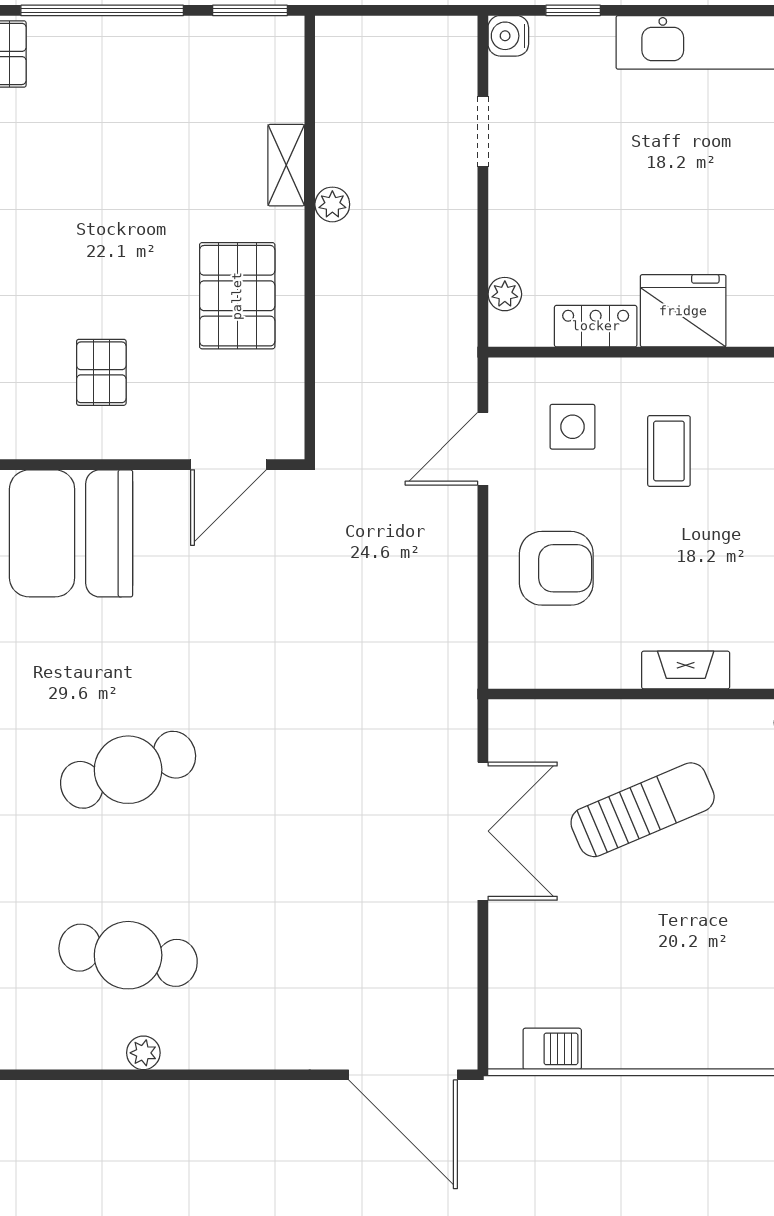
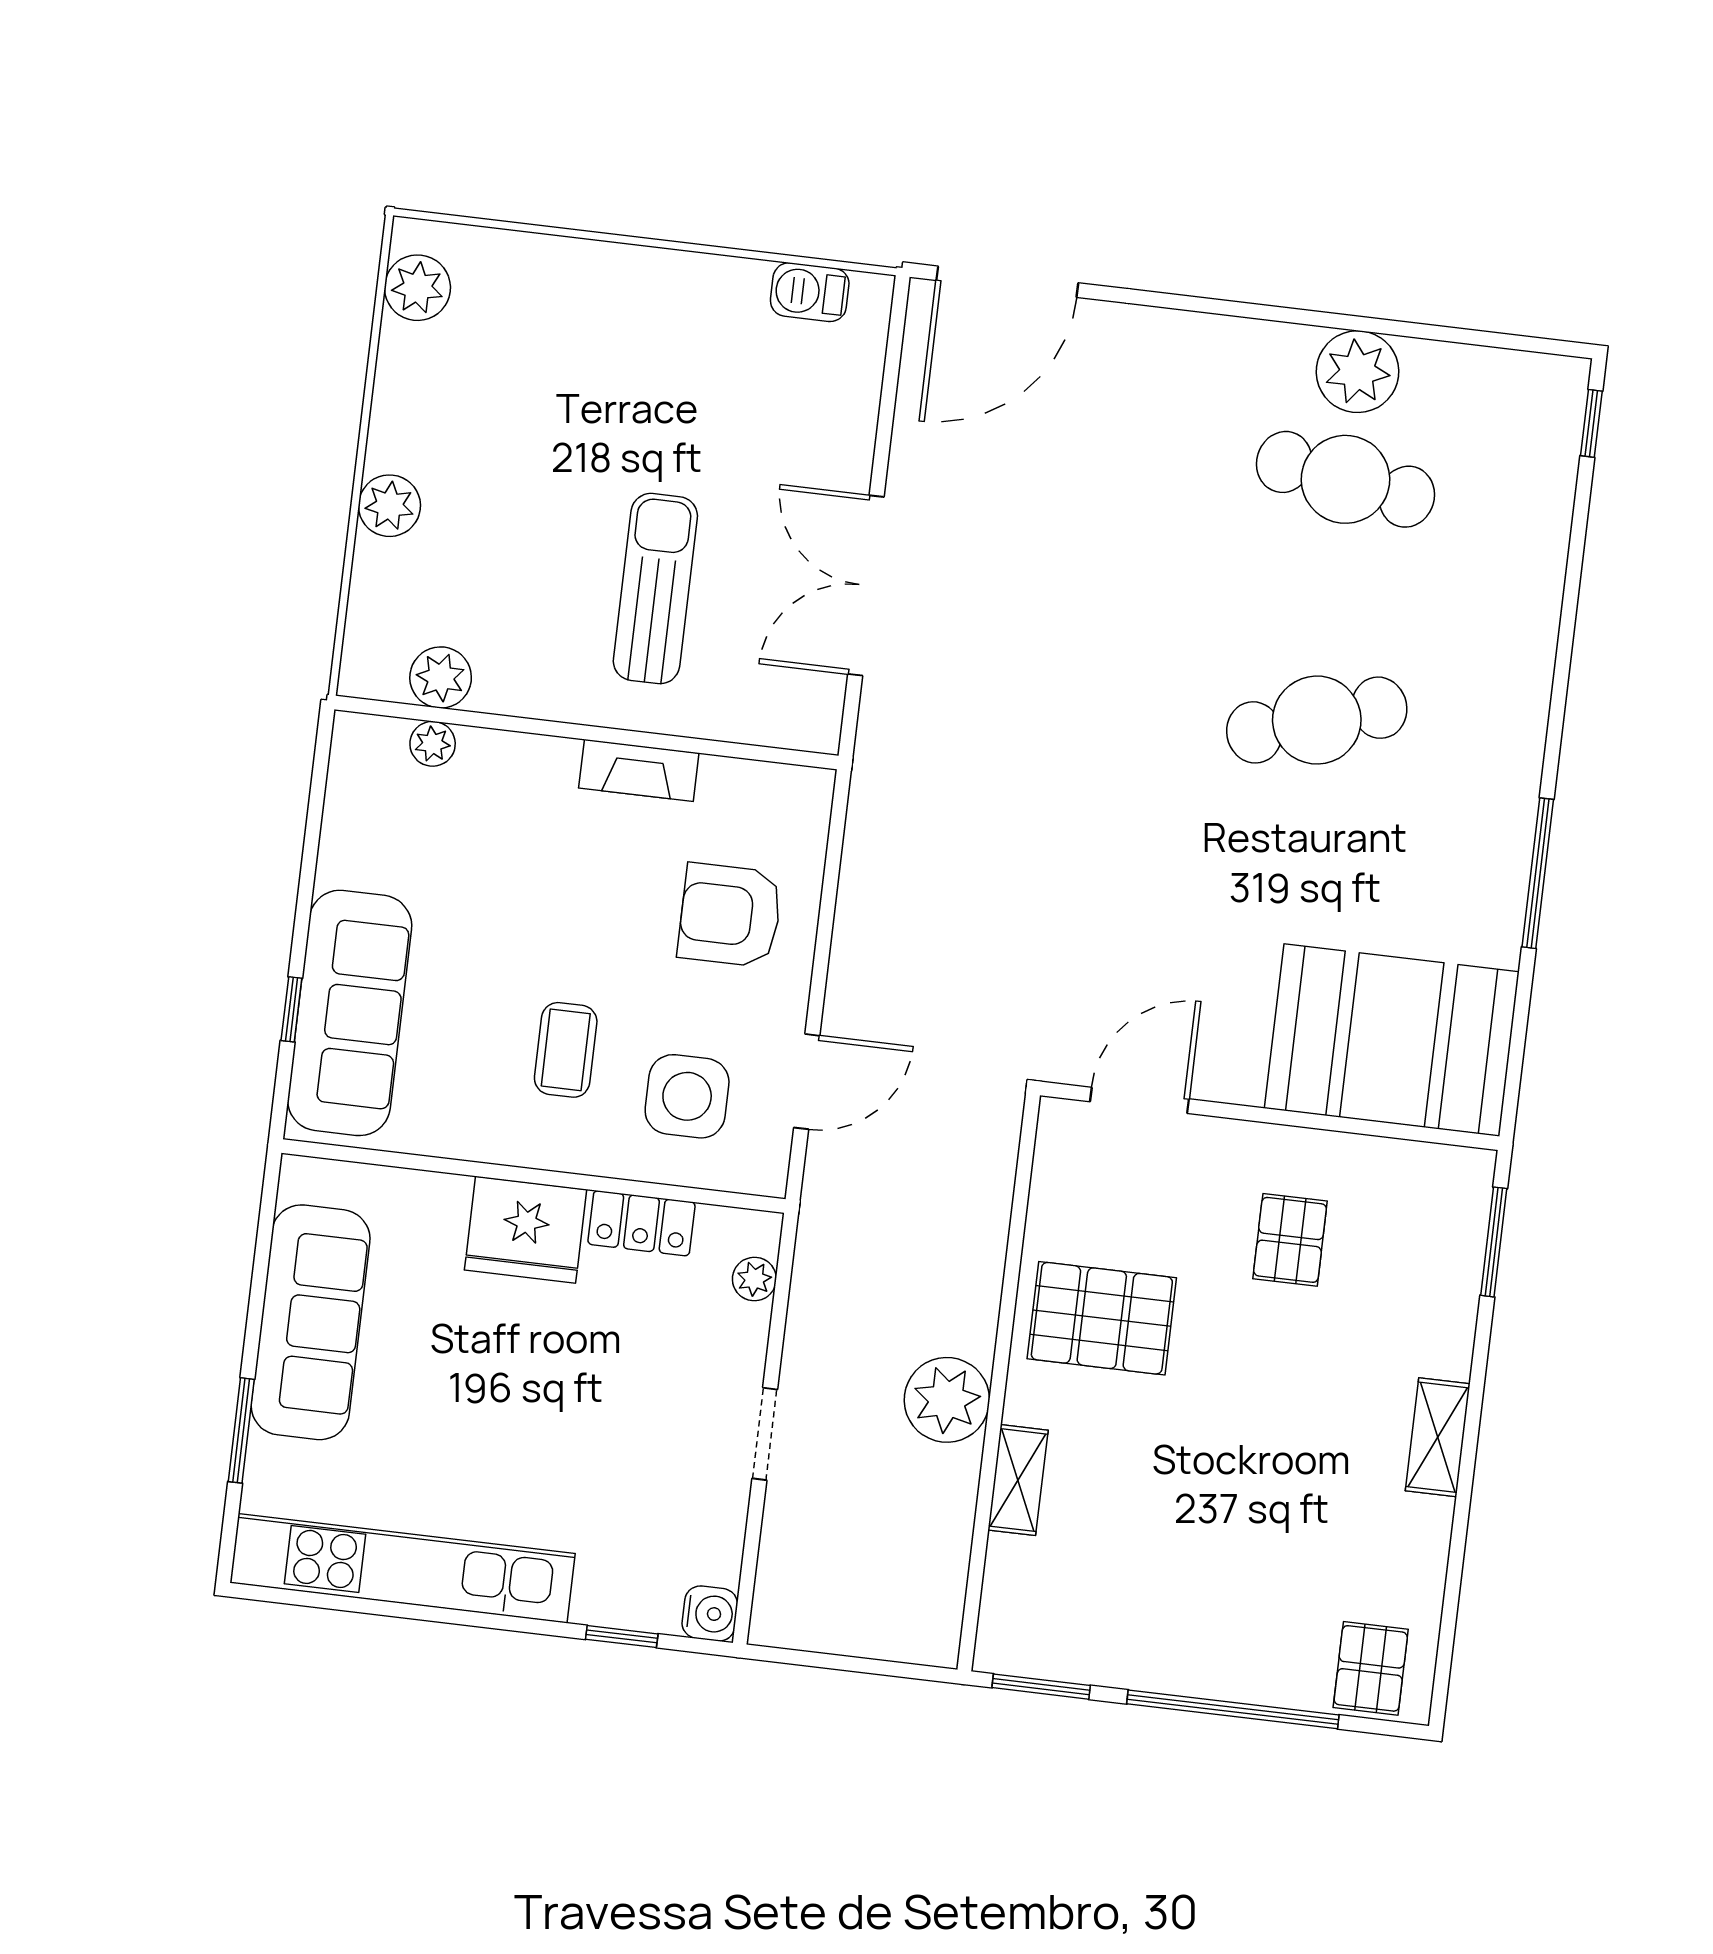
doorway: (483, 131) -> (765, 1434), moved
plant: (332, 204) -> (947, 1400), width x1.87, depth x1.87
pallet: (237, 296) -> (1102, 1318), turned 90
side table: (572, 427) -> (687, 1096), width x1.37, depth x1.37
fireplace: (686, 670) -> (639, 770), moved
sun lounger: (643, 810) -> (655, 589), turned 113
plant: (143, 1053) -> (1357, 372), width x1.87, depth x1.87
door: (403, 1075) -> (1007, 282), swing flipped

